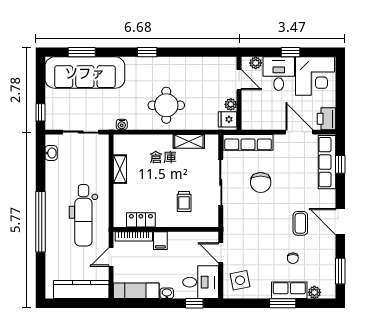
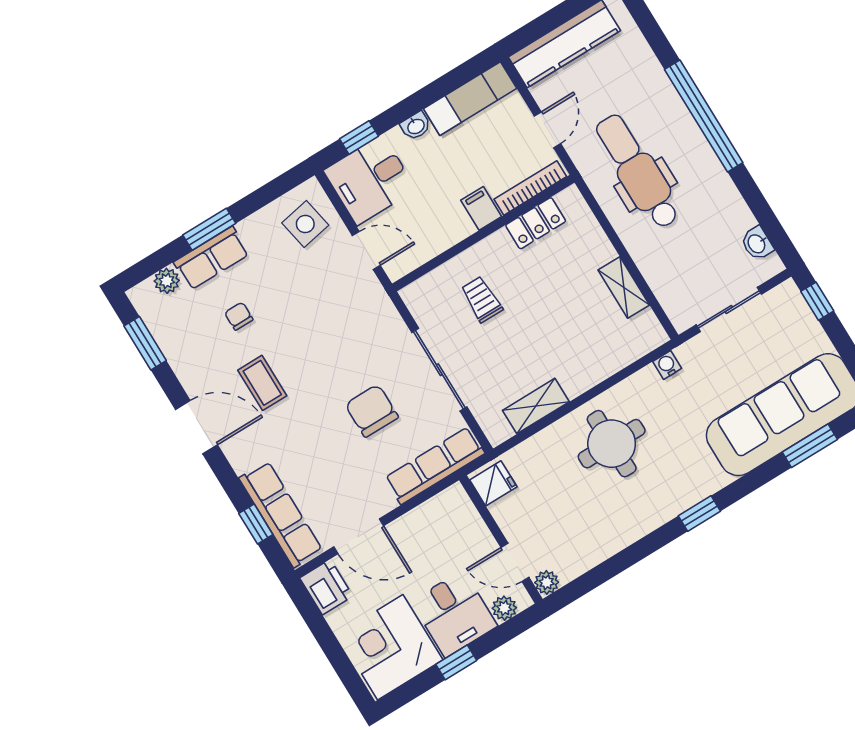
plant: (231, 104) -> (547, 582), moved

